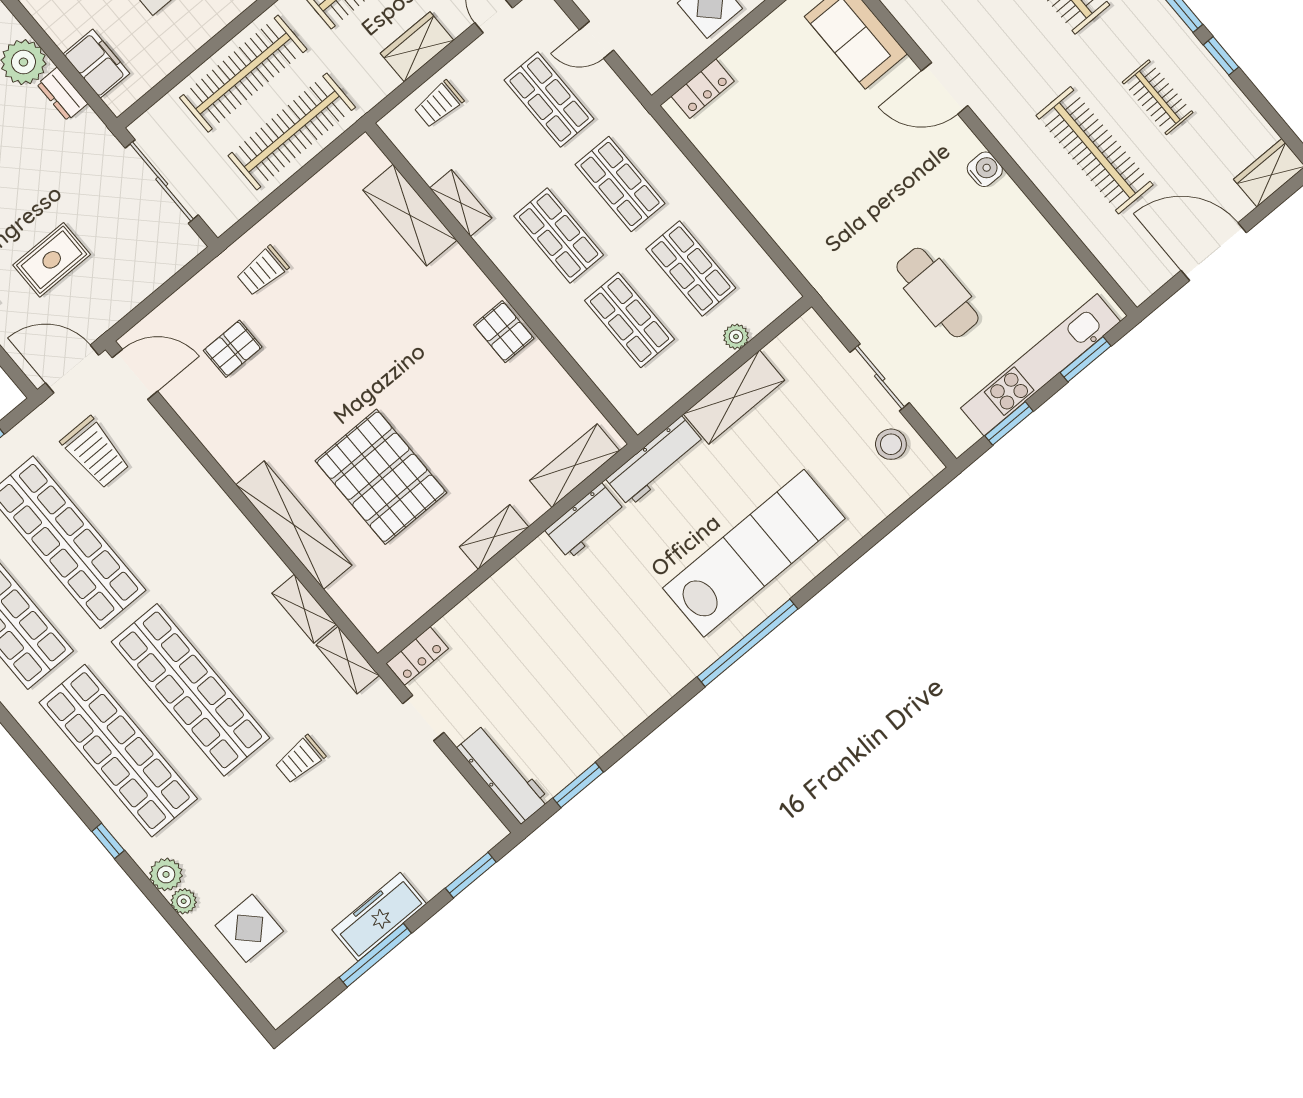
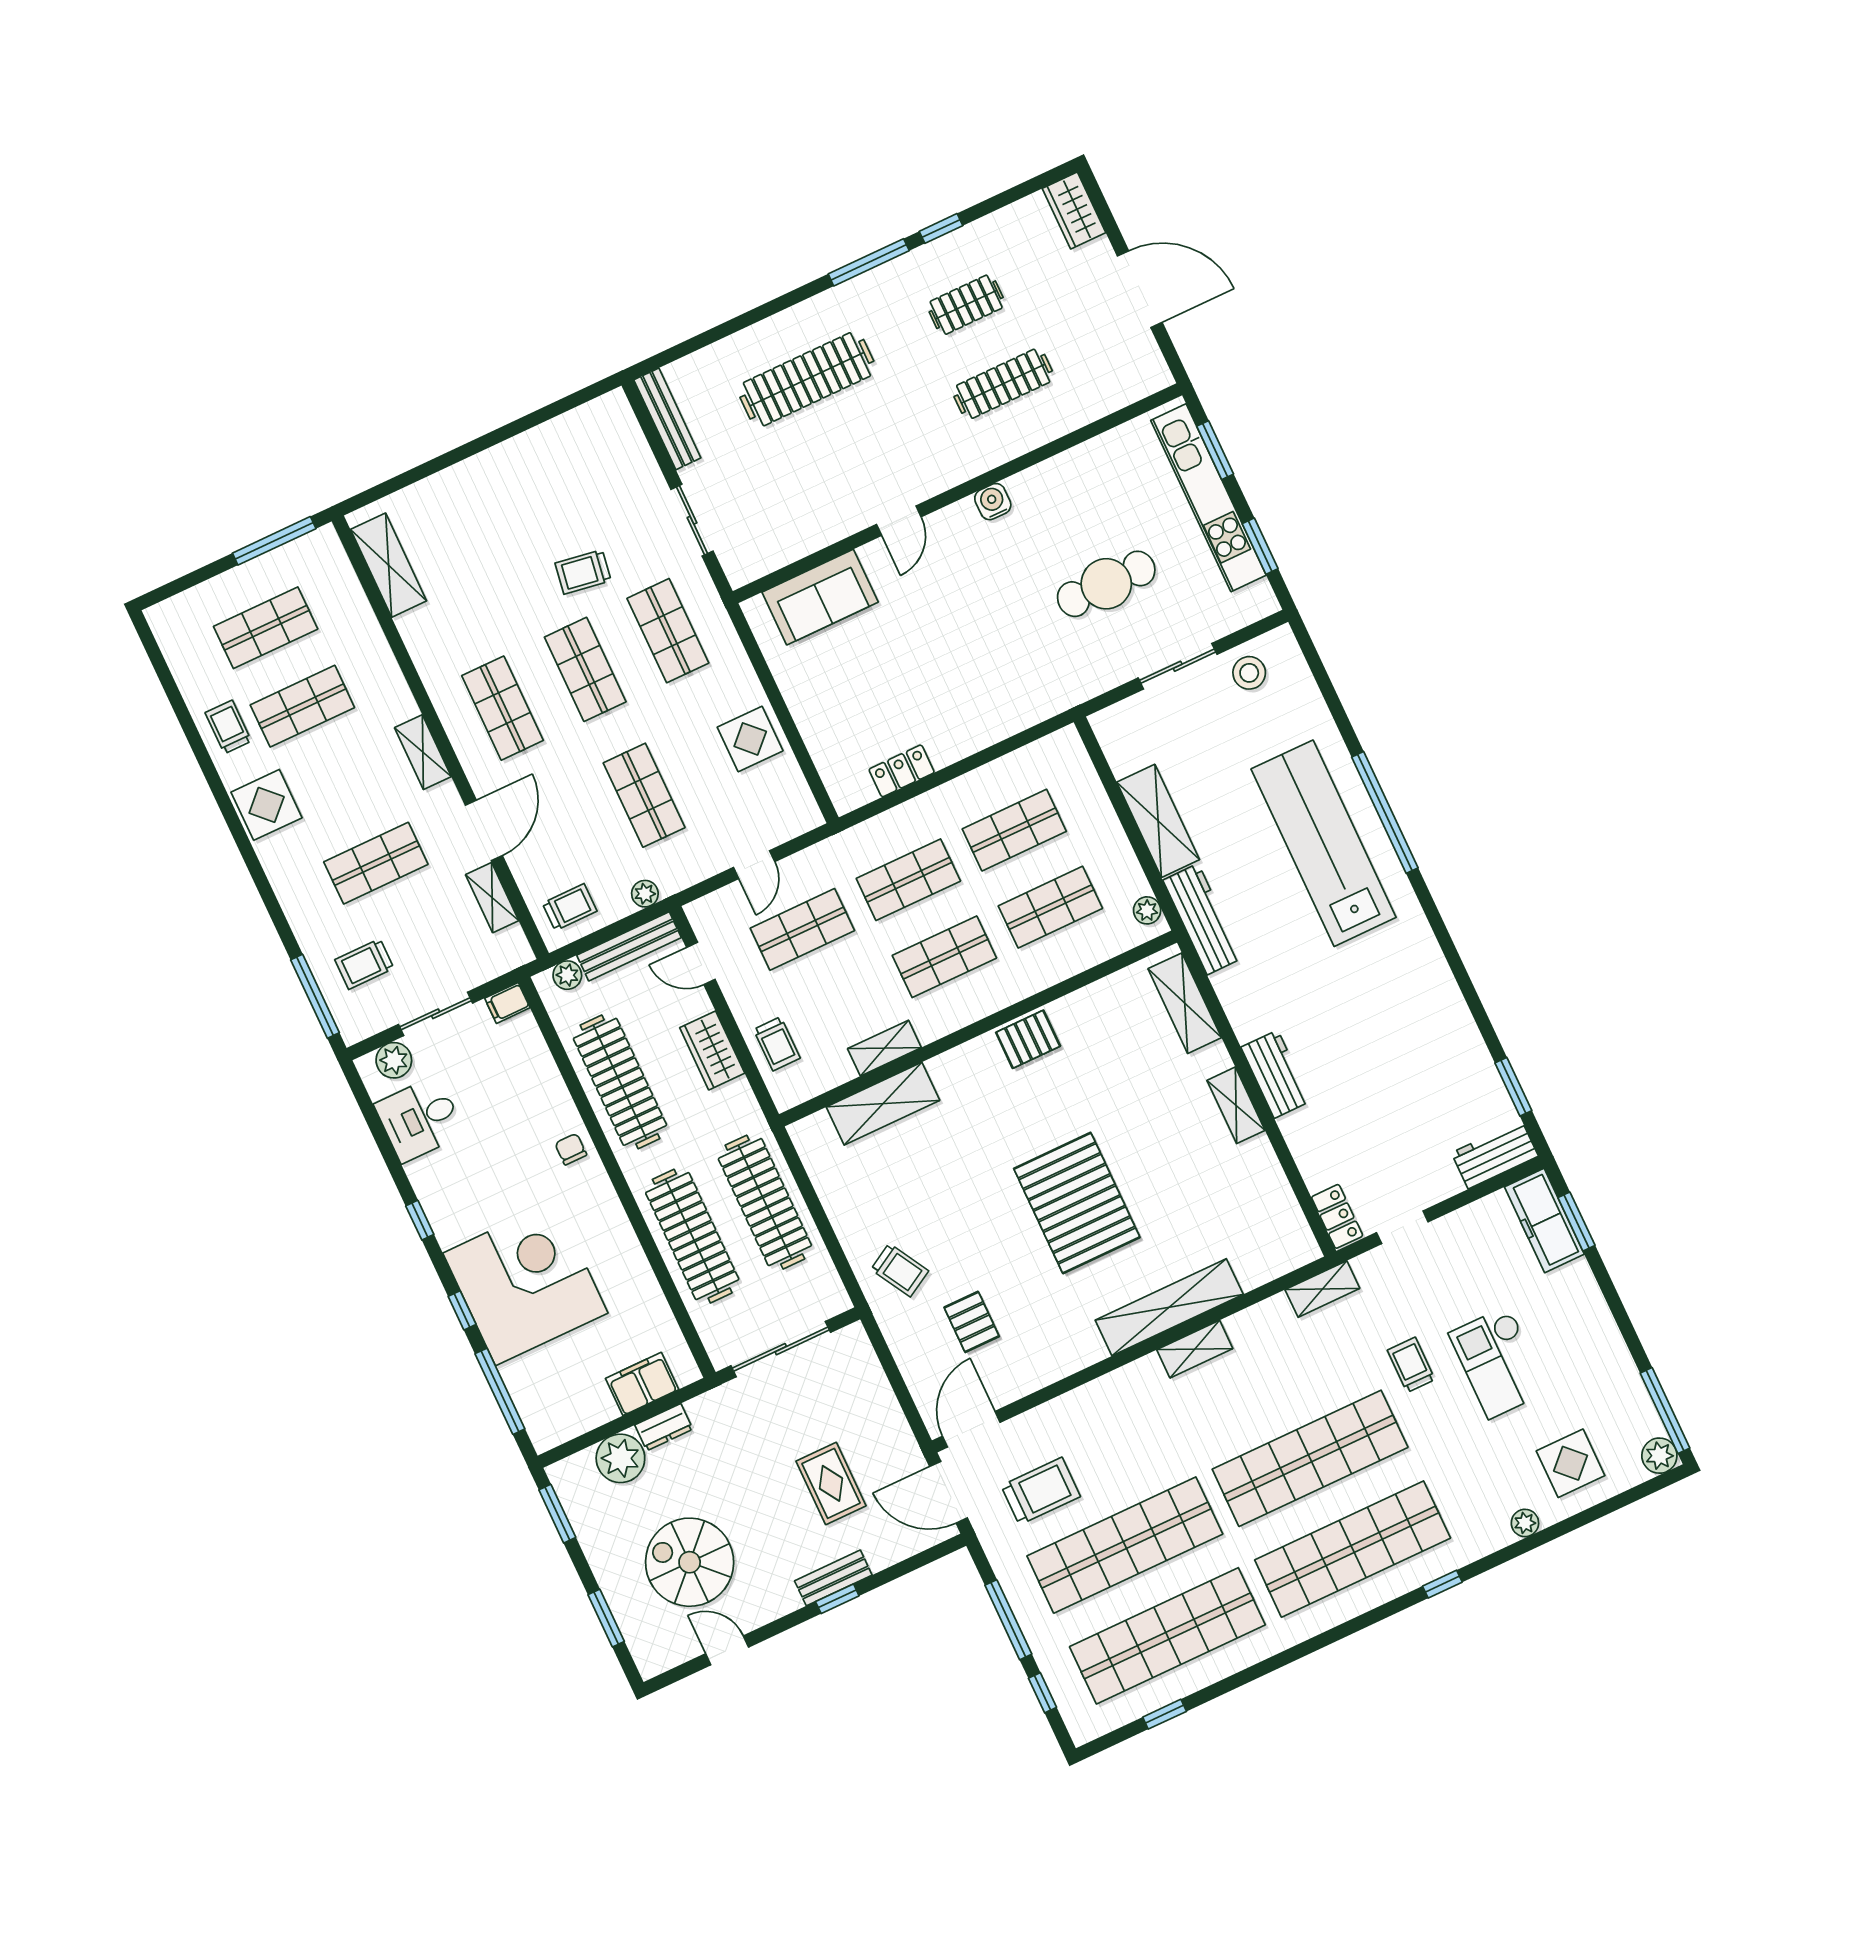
door: (945, 88) -> (899, 521), width x0.73
locker: (703, 89) -> (902, 771), moved, turned -90
clothes rail: (1095, 150) -> (1003, 384), width x0.73, depth x0.76
door: (1214, 252) -> (1140, 289), swing flipped
trolley: (262, 271) -> (900, 1270), turned -30
plant: (736, 337) -> (1147, 910), moved
door: (72, 369) -> (949, 1492), hinge flipped
pallet: (381, 477) -> (1077, 1203), moved, turned 90
workbench: (585, 521) -> (1276, 1074), moved
shelving: (304, 609) -> (1195, 1349), moved
window: (748, 643) -> (1385, 812), moved
trolley: (300, 759) -> (1411, 1365), turned 180
workbench: (503, 774) -> (1495, 1154), width x0.73
checkout: (324, 838) -> (1499, 1362), added
plant: (166, 874) -> (1659, 1456), moved
freezer: (379, 917) -> (1544, 1221), moved
window: (375, 955) -> (1665, 1411), moved

